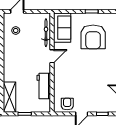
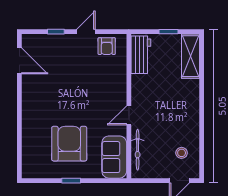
workbench: (44, 86) -> (141, 55), moved

